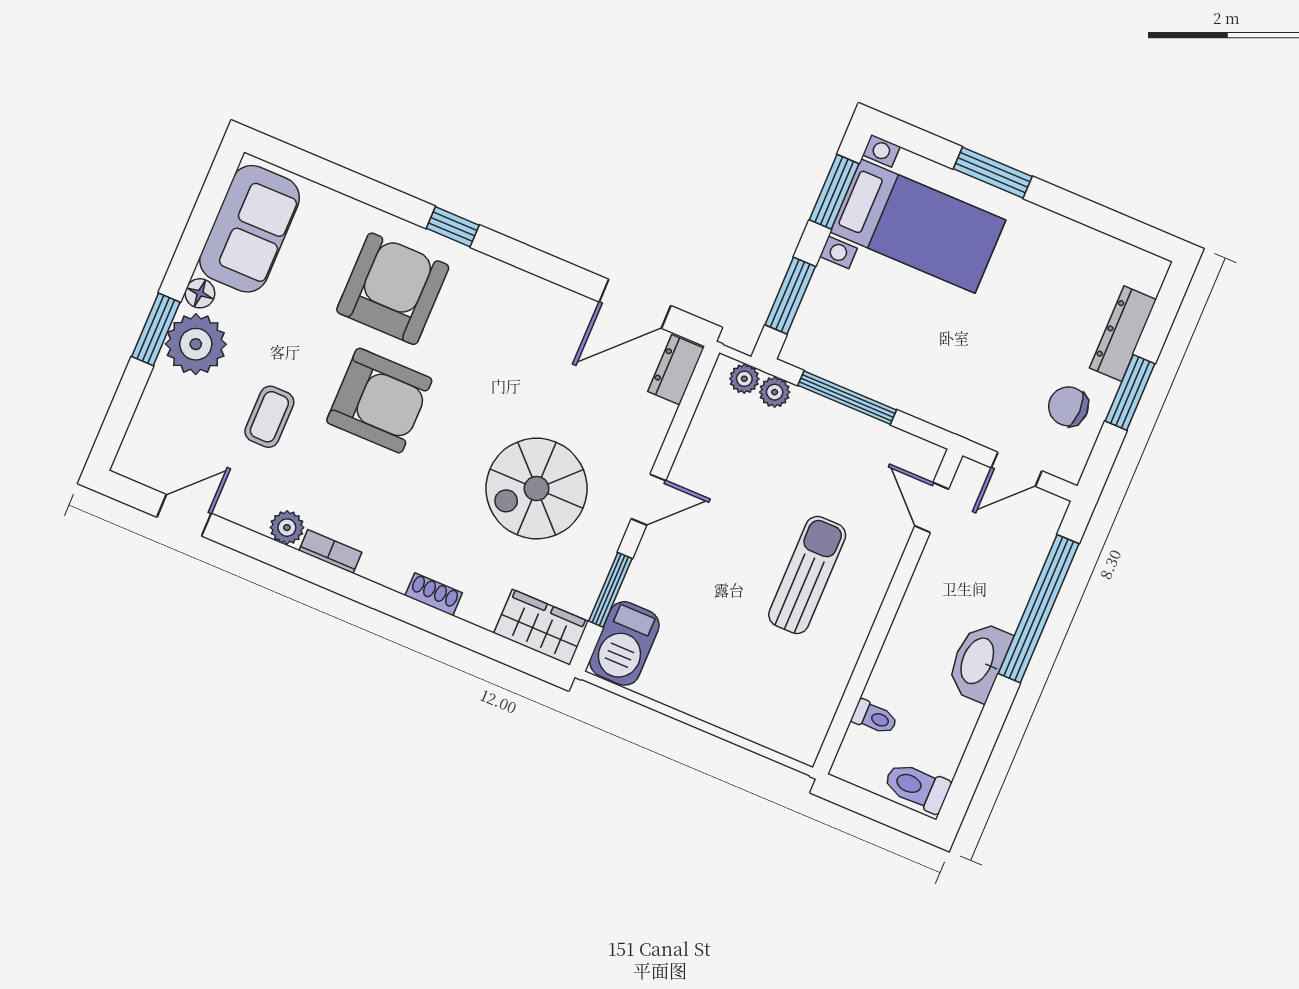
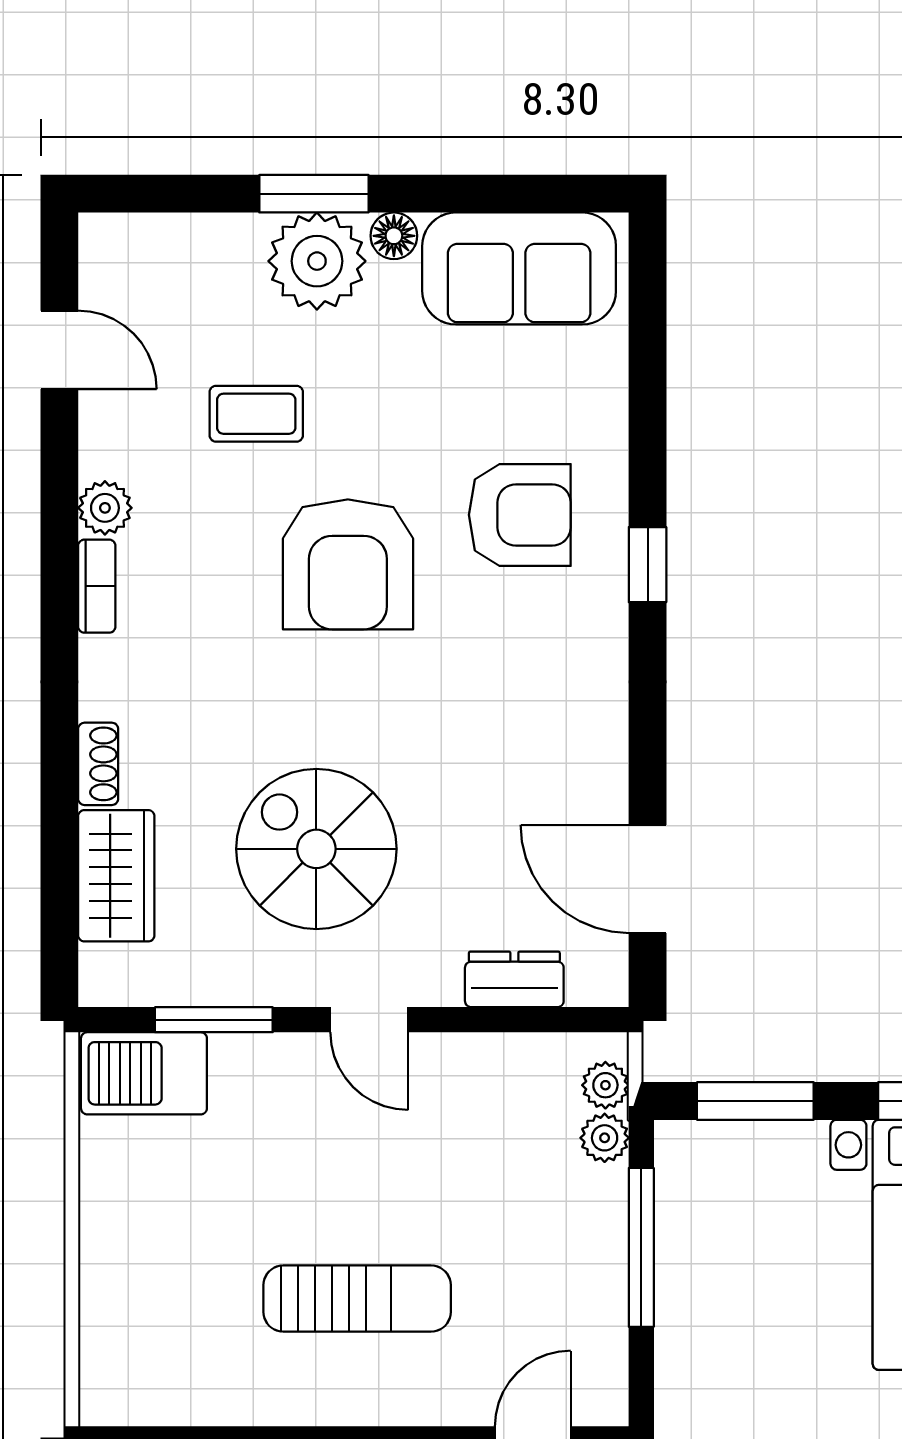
armchair: (393, 289) -> (520, 515), width x0.73, depth x0.73
dresser: (676, 370) -> (514, 979), moved
wardrobe: (541, 627) -> (116, 876), moved

